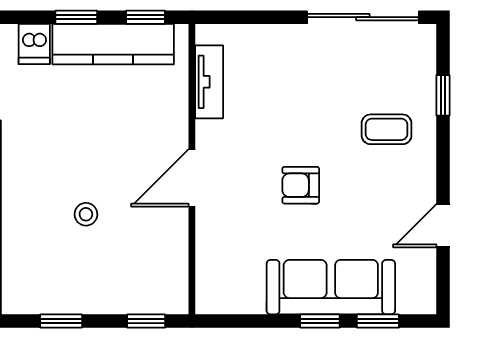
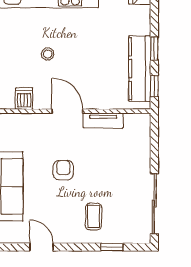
dishwasher: (34, 44) -> (24, 98), moved, turned 90
tv unit: (209, 82) -> (103, 121), moved

